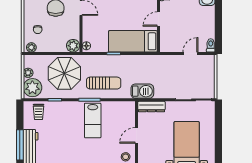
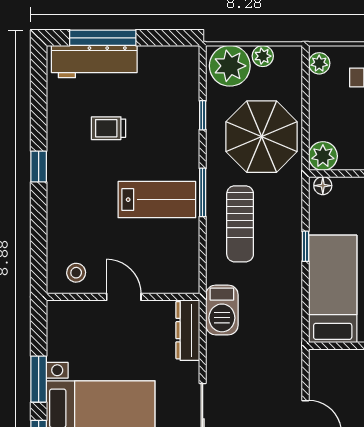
trolley: (39, 112) -> (109, 128), moved
lab bench: (93, 120) -> (157, 200), turned 180

